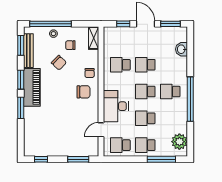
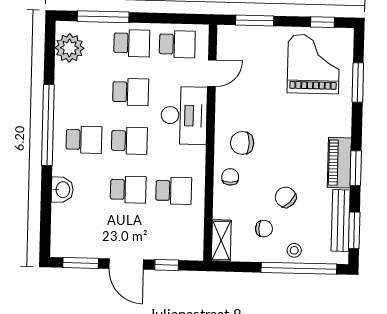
washbasin: (182, 49) -> (62, 190), moved
piano: (32, 87) -> (339, 163), width x0.73, depth x0.75
window: (21, 108) -> (358, 83), moved
grand piano: (45, 136) -> (314, 64), added

